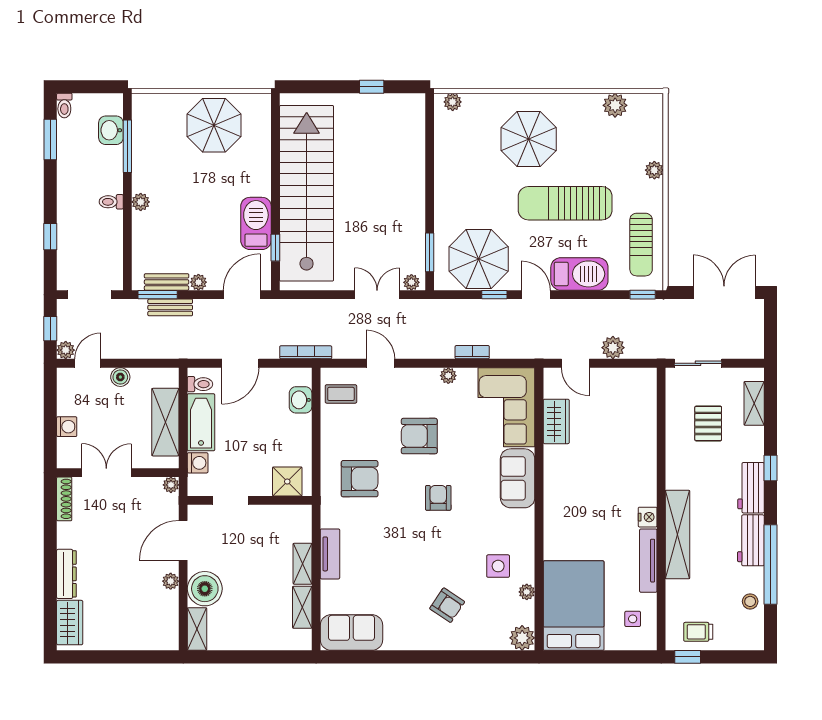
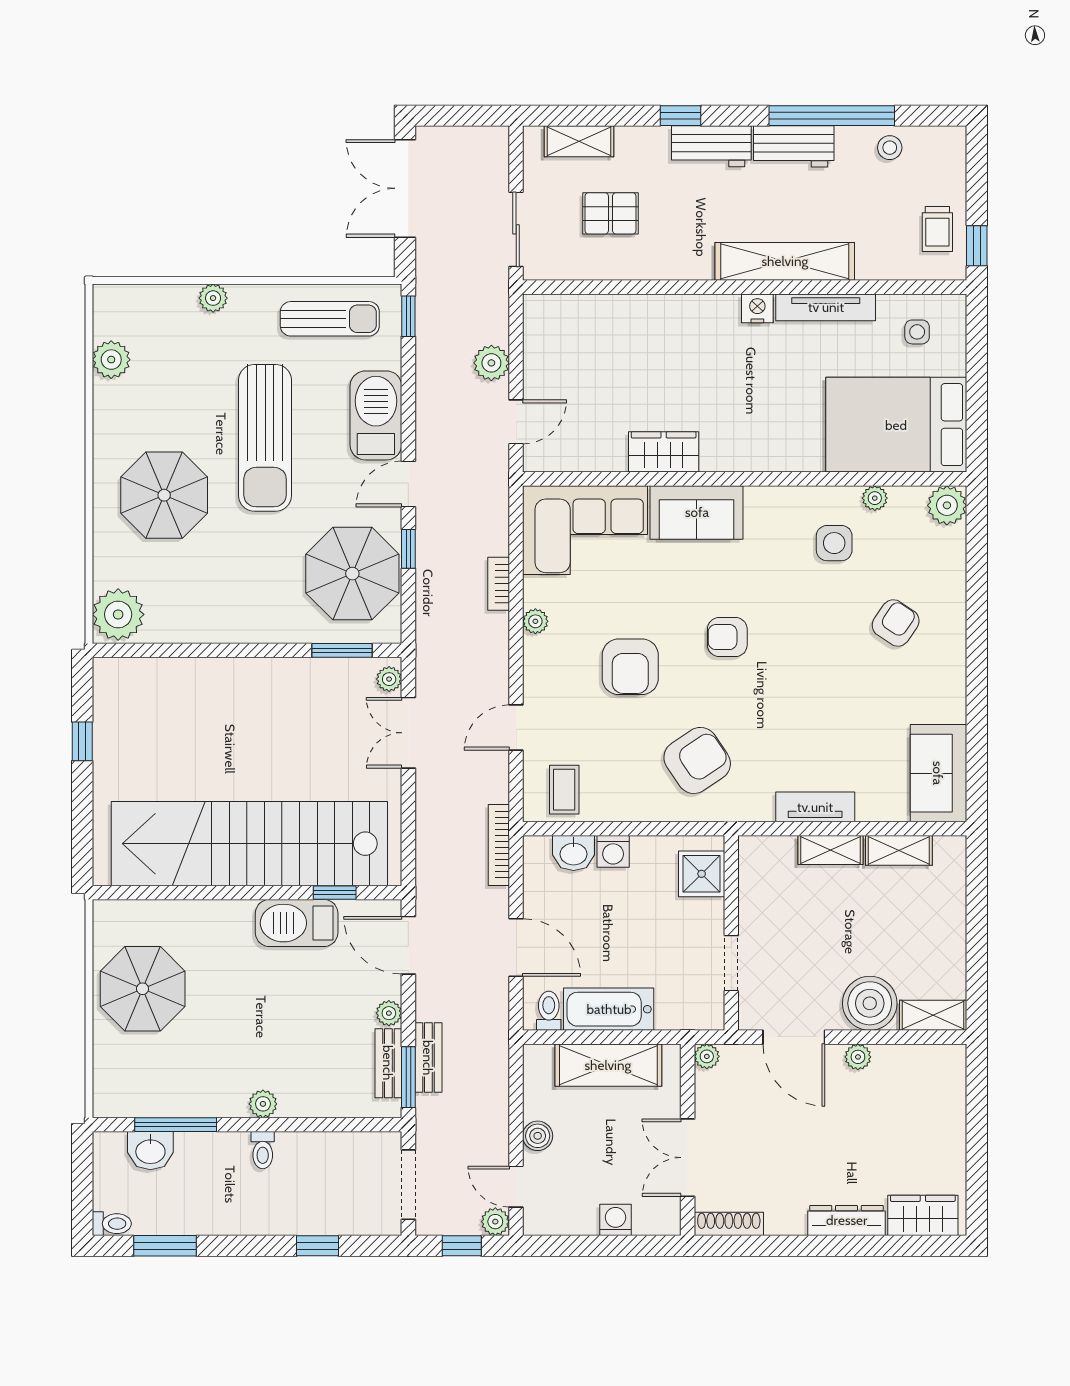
plant: (453, 102) -> (118, 614), width x1.88, depth x1.88
wardrobe: (556, 421) -> (664, 452), moved
washing machine: (198, 463) -> (613, 851), moved, turned 180
armchair: (360, 479) -> (697, 760), turned 56

